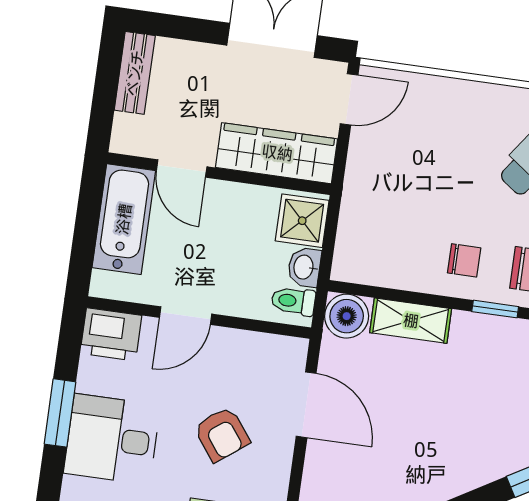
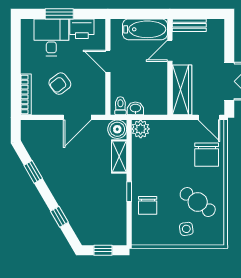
bench: (135, 73) -> (189, 25), moved
shower: (302, 221) -> (155, 105), removed
chair: (464, 260) -> (207, 155), moved, width x1.87, depth x1.87
plant: (353, 262) -> (141, 129), added
printer: (111, 334) -> (82, 29), moved, turned -90

